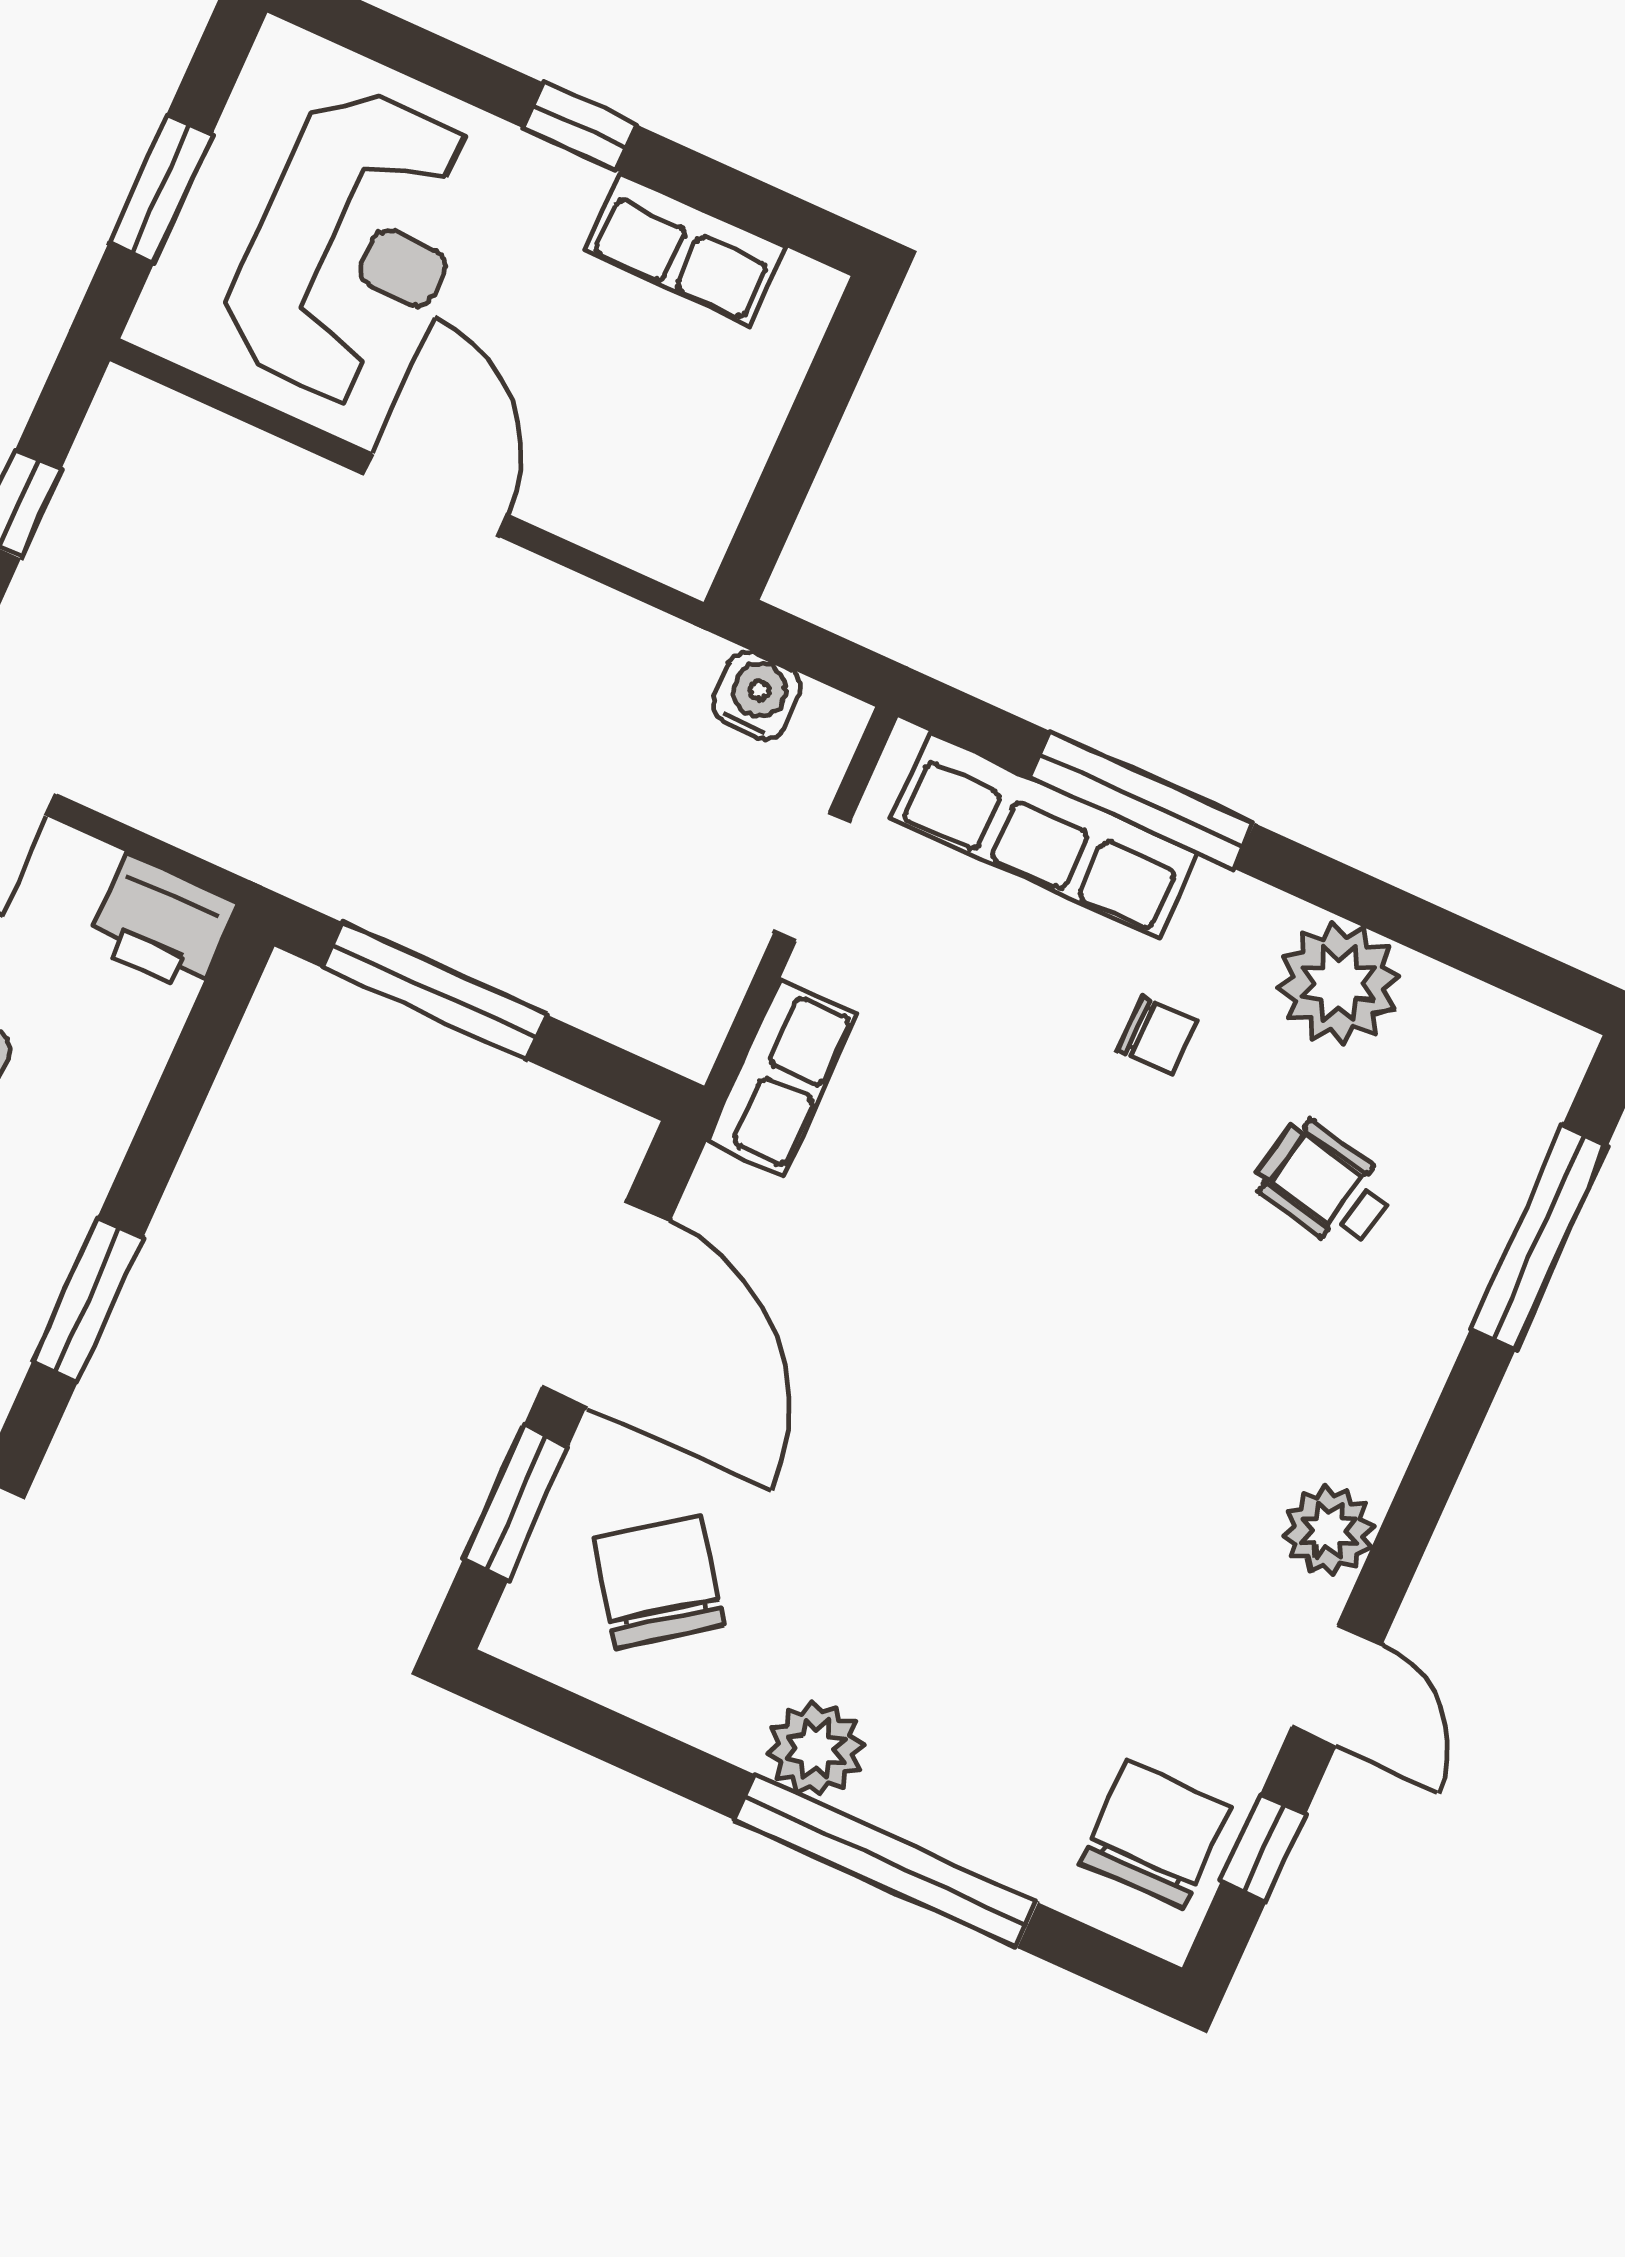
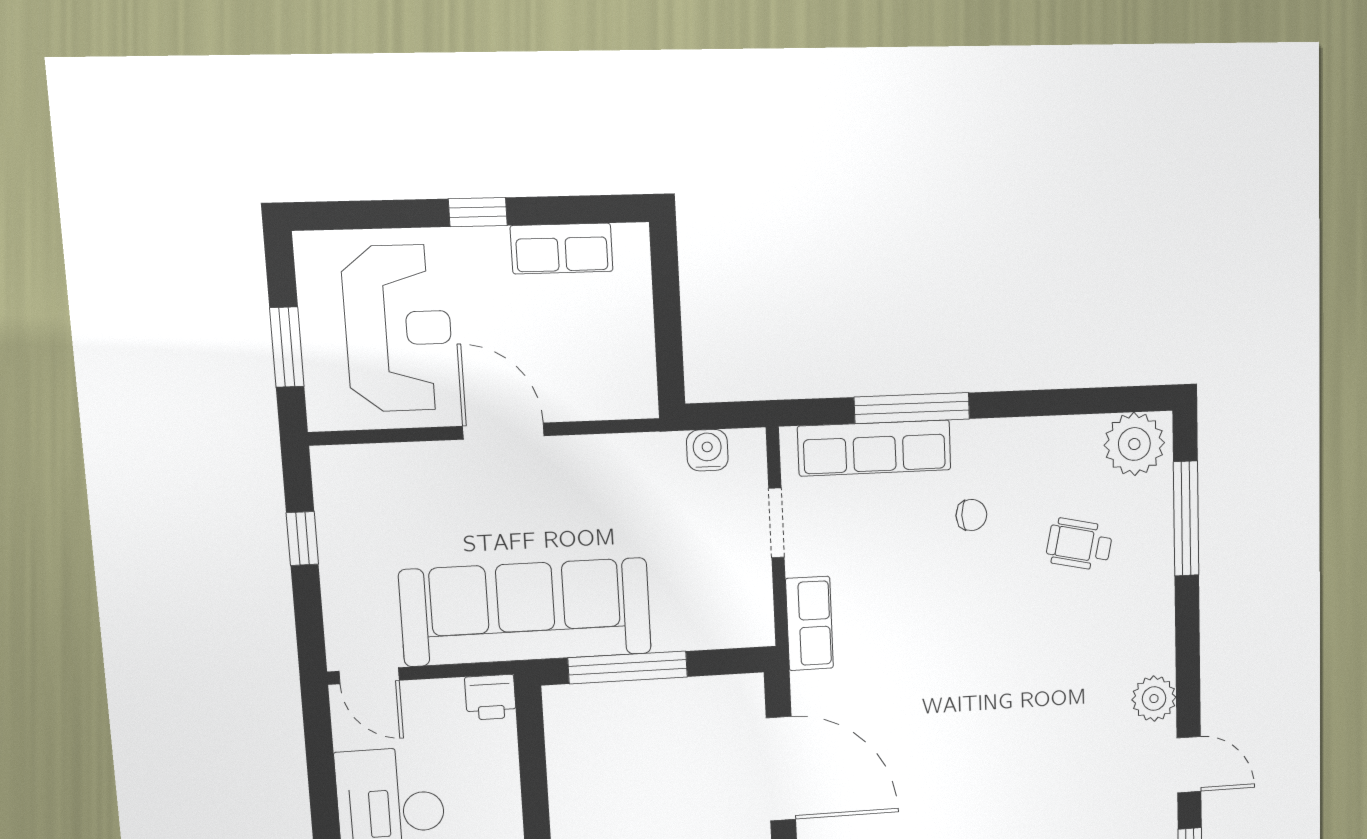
sofa: (315, 810) -> (526, 612), added
printer: (162, 924) -> (490, 697), width x0.73, depth x0.81
plant: (1338, 983) -> (1134, 444), moved

